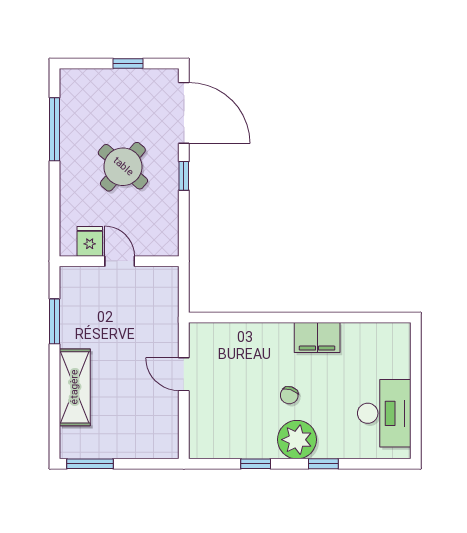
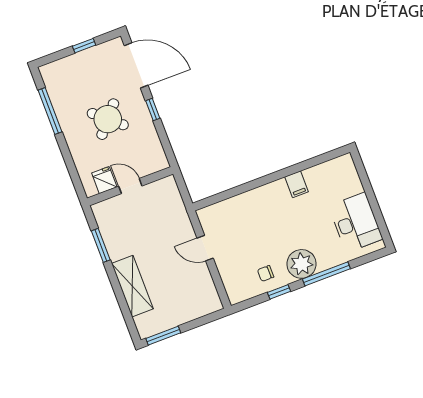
filing cabinet: (317, 337) -> (297, 184), width x0.50
chair: (289, 395) -> (266, 273), moved, turned 72
window: (323, 464) -> (326, 274), width x2.17

